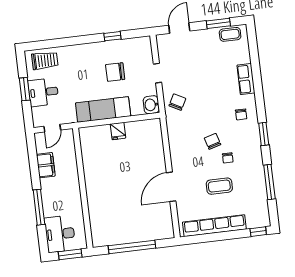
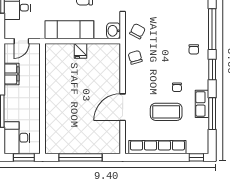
row of seats: (246, 79) -> (202, 104), moved
window: (258, 90) -> (212, 29), added
chair: (213, 141) -> (135, 57), moved
coffee table: (219, 186) -> (166, 112), width x1.36, depth x1.32

